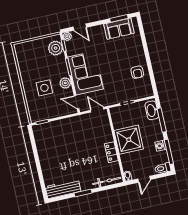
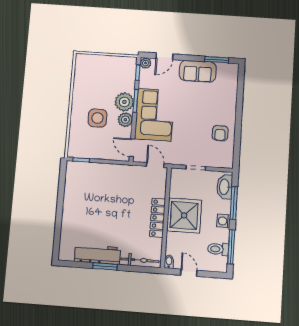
door: (80, 27) -> (165, 56), hinge flipped
sofa: (119, 29) -> (198, 71), moved
plant: (56, 48) -> (124, 102), moved
washing machine: (161, 146) -> (224, 221), moved
locker: (111, 152) -> (158, 218), width x1.53
toilet: (163, 168) -> (218, 249), moved
door: (144, 179) -> (189, 273), swing flipped
workbench: (63, 189) -> (97, 254), moved

